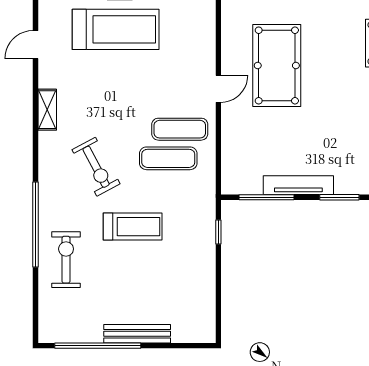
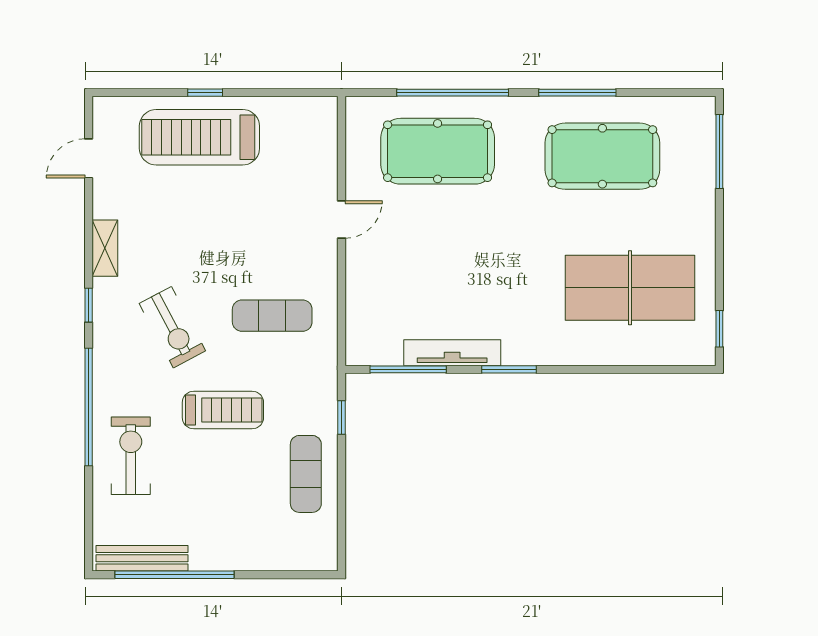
treadmill: (116, 29) -> (199, 137), turned 180
pool table: (277, 65) -> (438, 151), moved, turned 90
exercise mat: (180, 129) -> (306, 474), moved, turned 90
window: (36, 151) -> (89, 305), added
bench: (137, 334) -> (142, 558), moved

